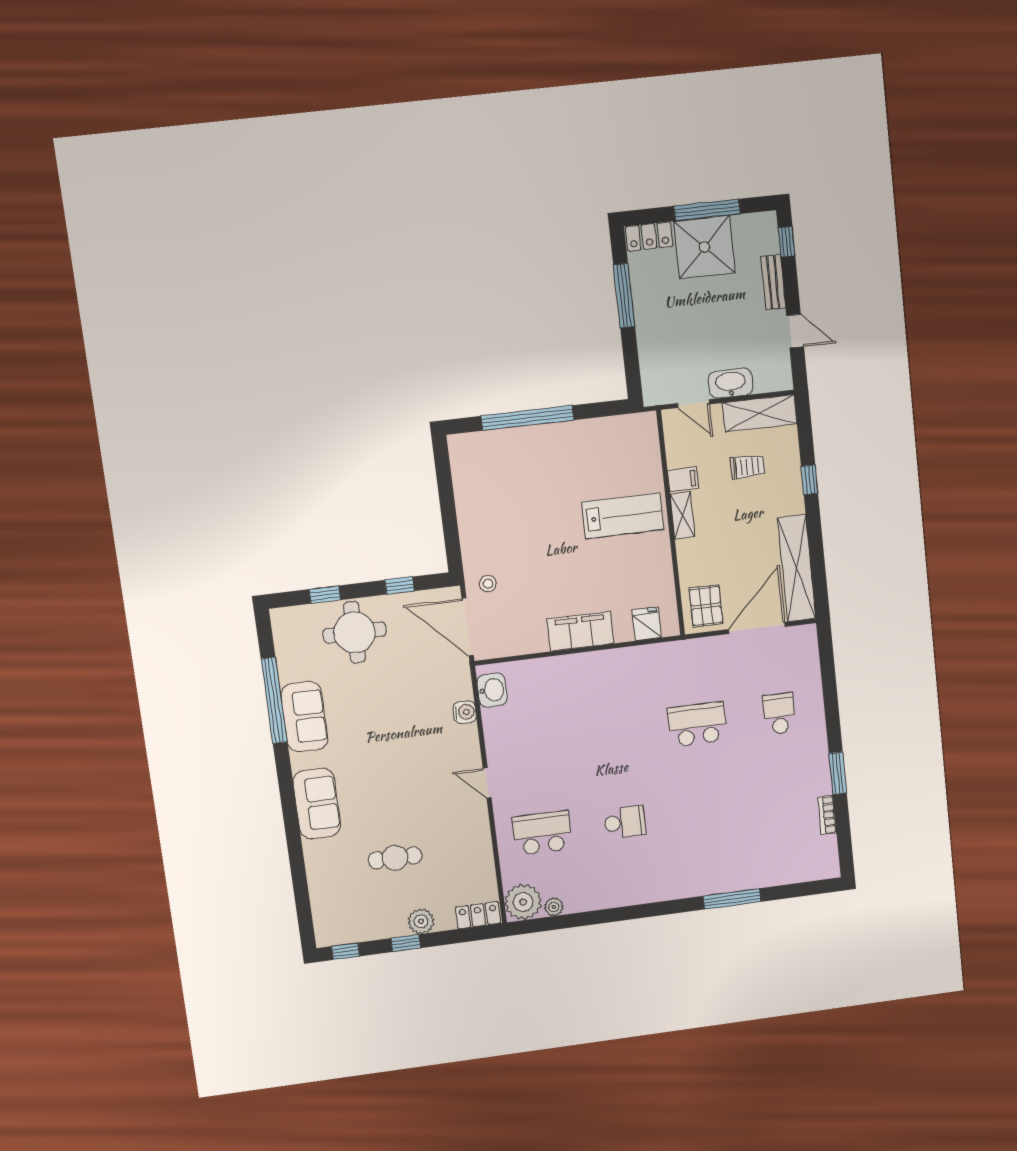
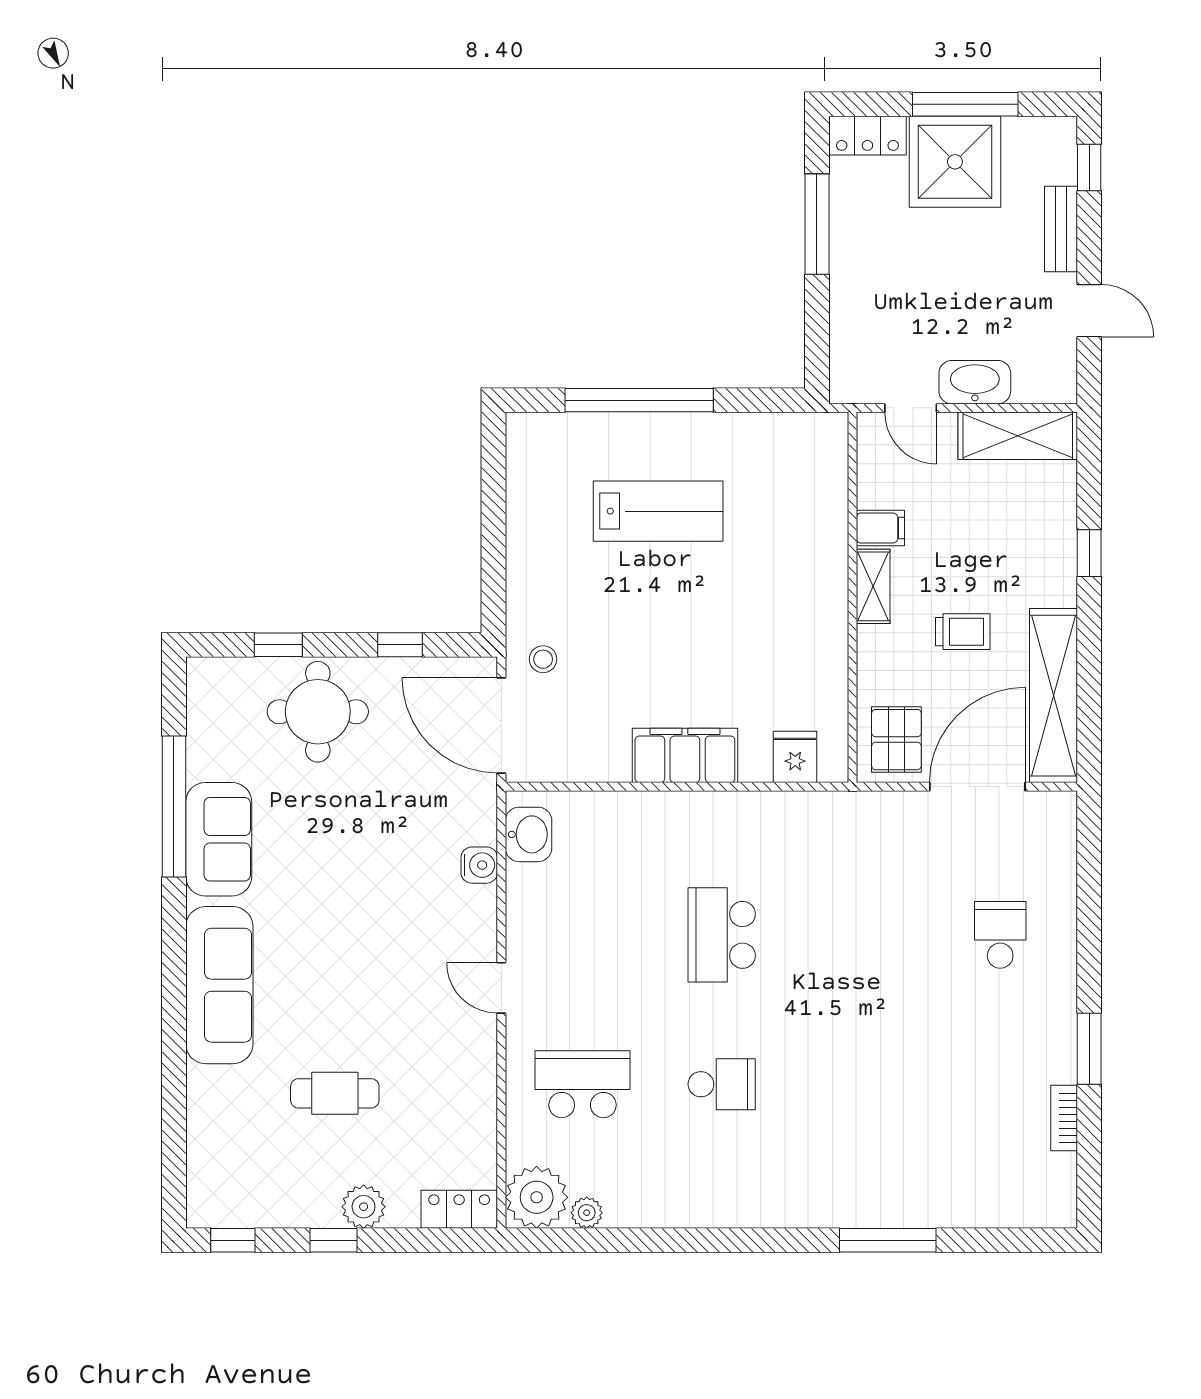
trolley: (748, 467) -> (963, 632), moved
lab bench: (623, 516) -> (658, 511), moved
school desk: (697, 724) -> (722, 935), moved, turned -90
sofa: (317, 803) -> (219, 985), width x1.36

